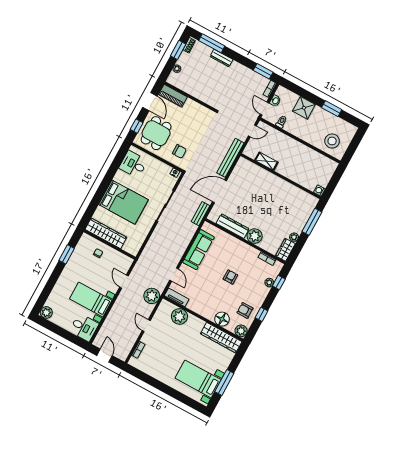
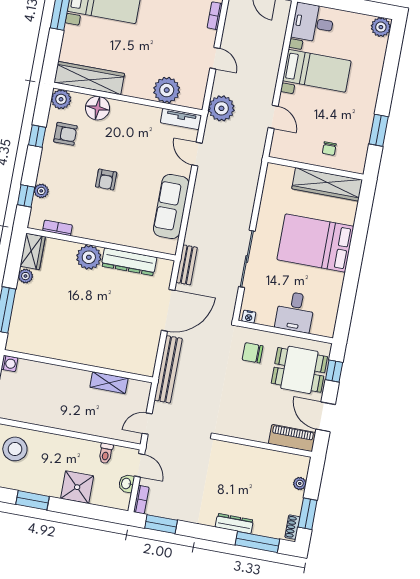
dining table: (156, 133) -> (299, 370), turned 90
desk: (133, 164) -> (295, 312), moved, turned 90

